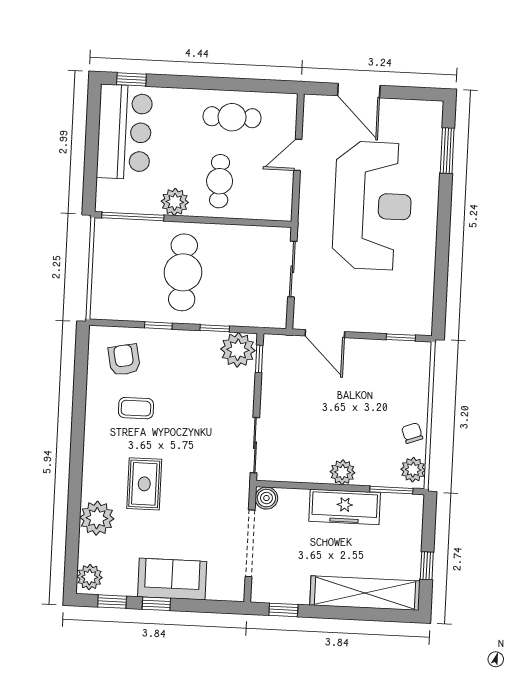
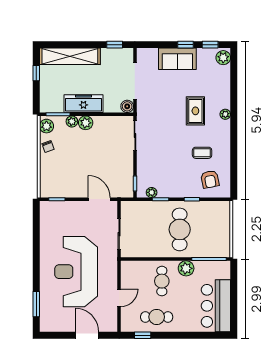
window: (131, 79) -> (143, 335), moved
plant: (238, 350) -> (152, 192), width x0.53, depth x0.53
plant: (367, 476) -> (72, 121), added
plant: (97, 518) -> (225, 114), moved, width x0.53, depth x0.53

